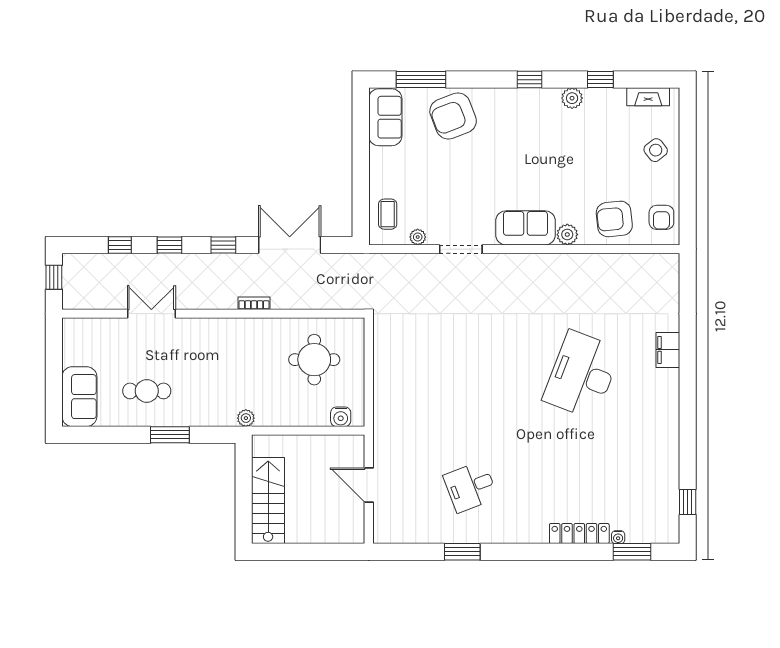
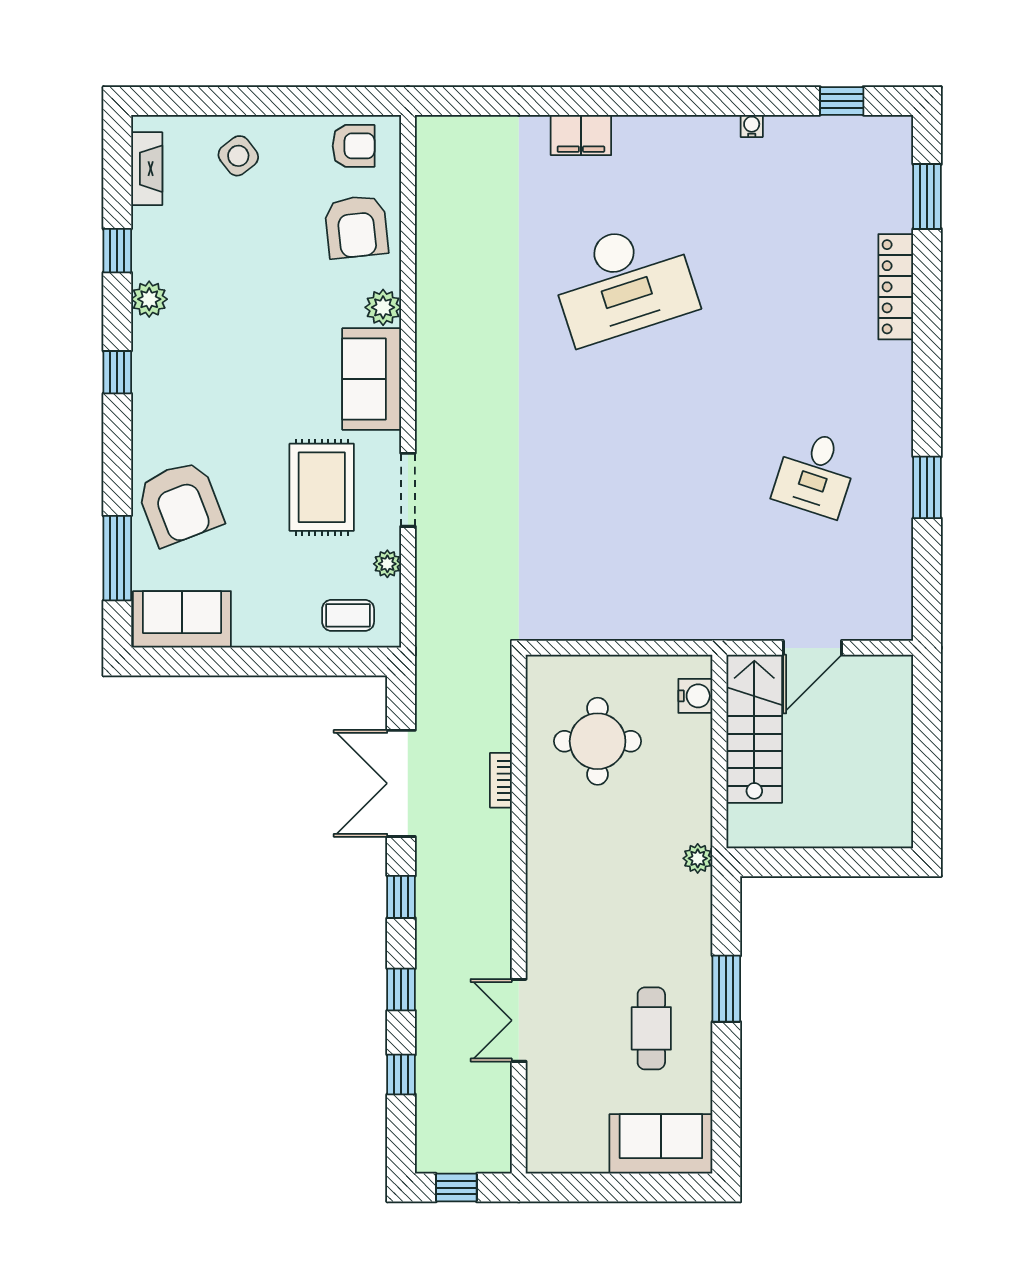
rug: (462, 199) -> (322, 487), added
bookcase: (254, 303) -> (501, 780), moved
desk: (582, 375) -> (623, 282), turned -39
desk: (470, 487) -> (815, 473), turned 39
stairs: (268, 501) -> (754, 729), moved, turned 90
water cooler: (618, 537) -> (752, 126), moved, turned -90

